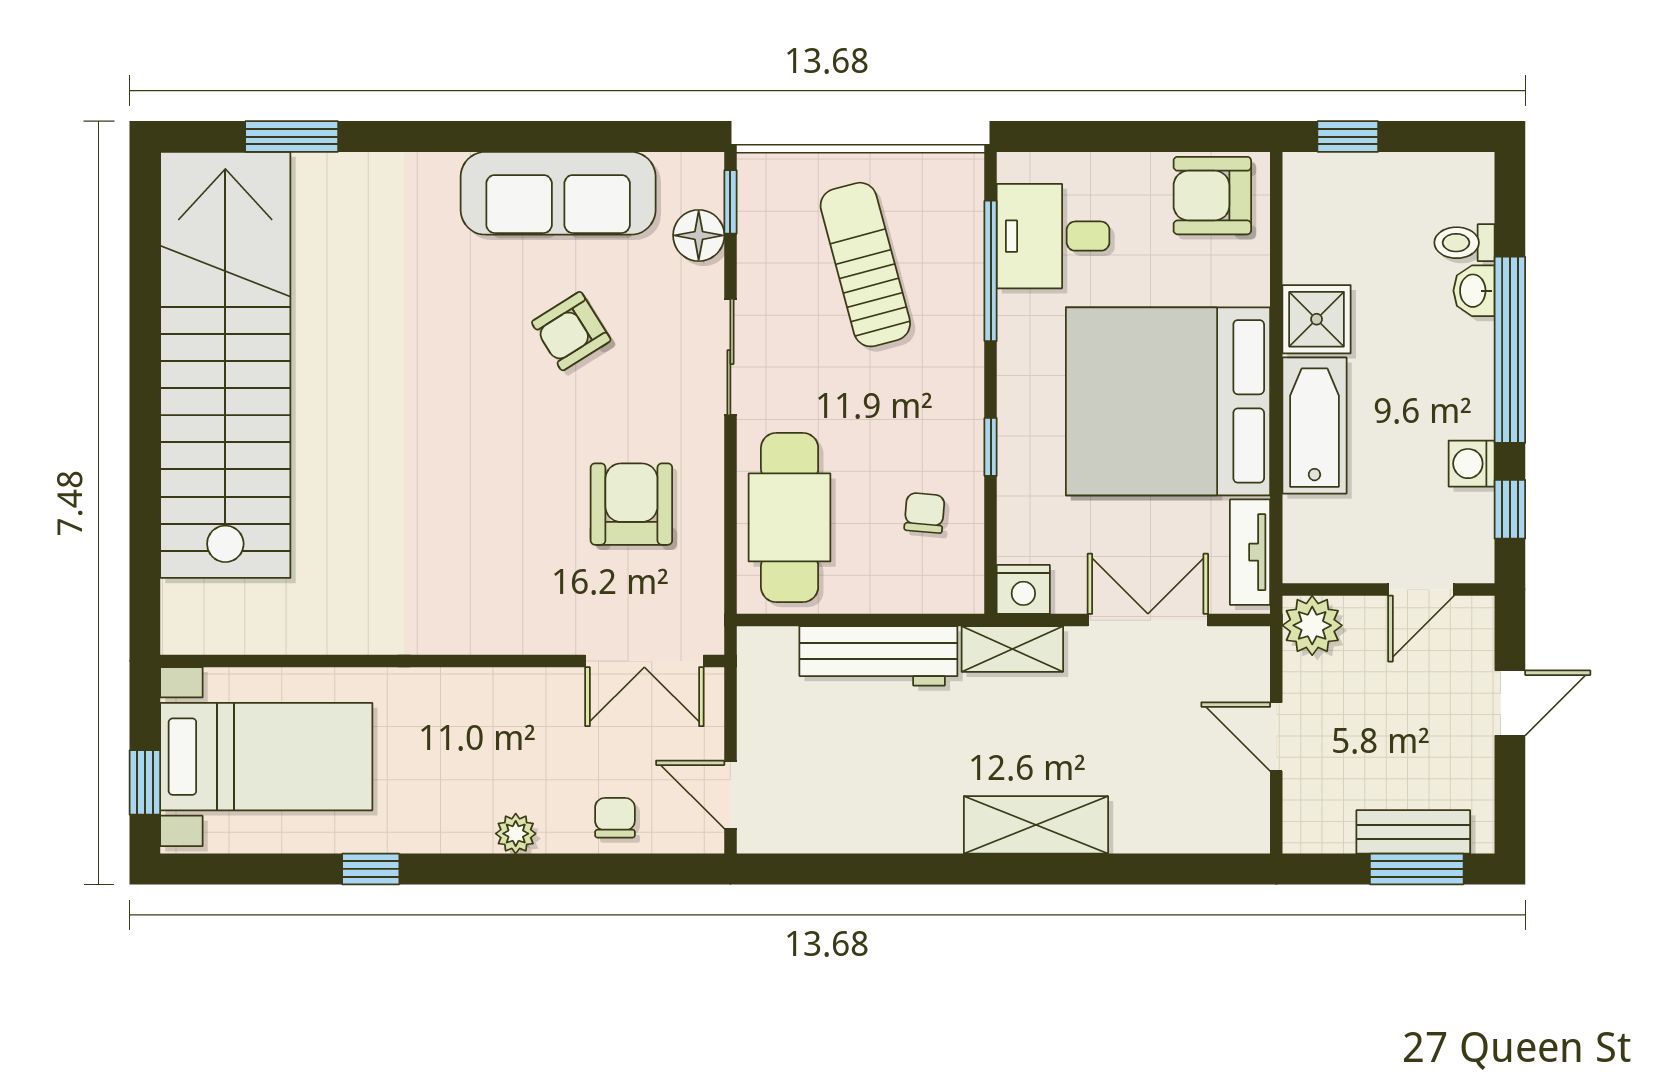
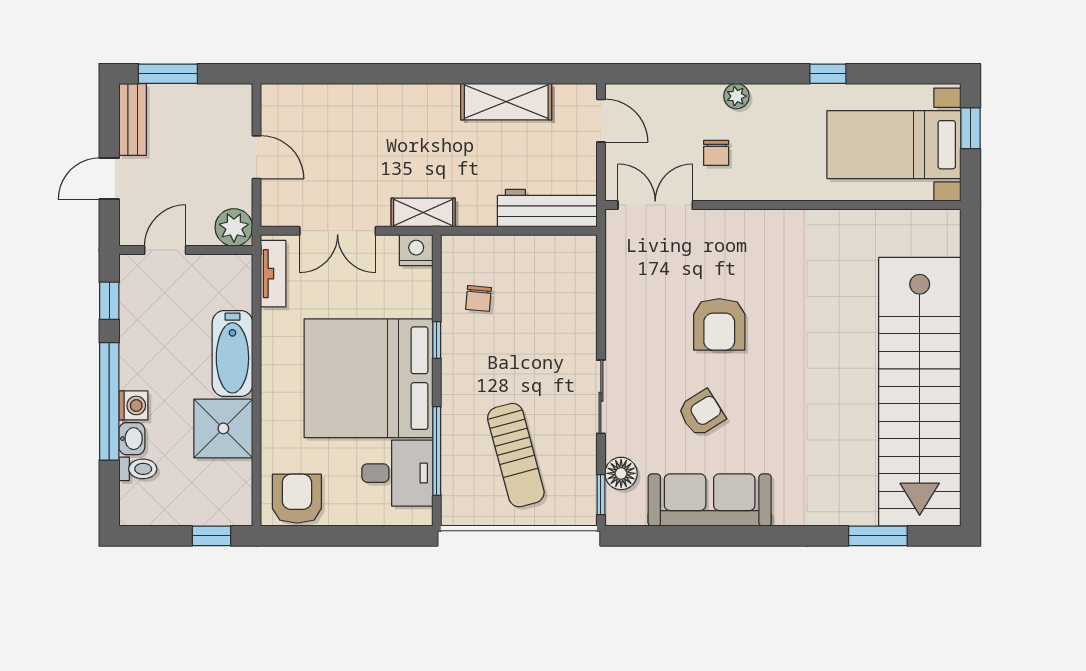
armchair: (1212, 196) -> (297, 499), turned -90
shower: (1317, 319) -> (223, 428), width x1.36, depth x1.36
bed: (1168, 401) -> (368, 378), moved, turned 180
washing machine: (1472, 464) -> (133, 405), moved
armchair: (631, 504) -> (719, 324), moved
cafe table: (790, 517) -> (564, 296), removed
workbench: (878, 656) -> (547, 208), moved
chair: (615, 818) -> (716, 153), moved
shelving: (1036, 825) -> (506, 102), moved
bench: (1413, 832) -> (133, 120), moved, turned 90

